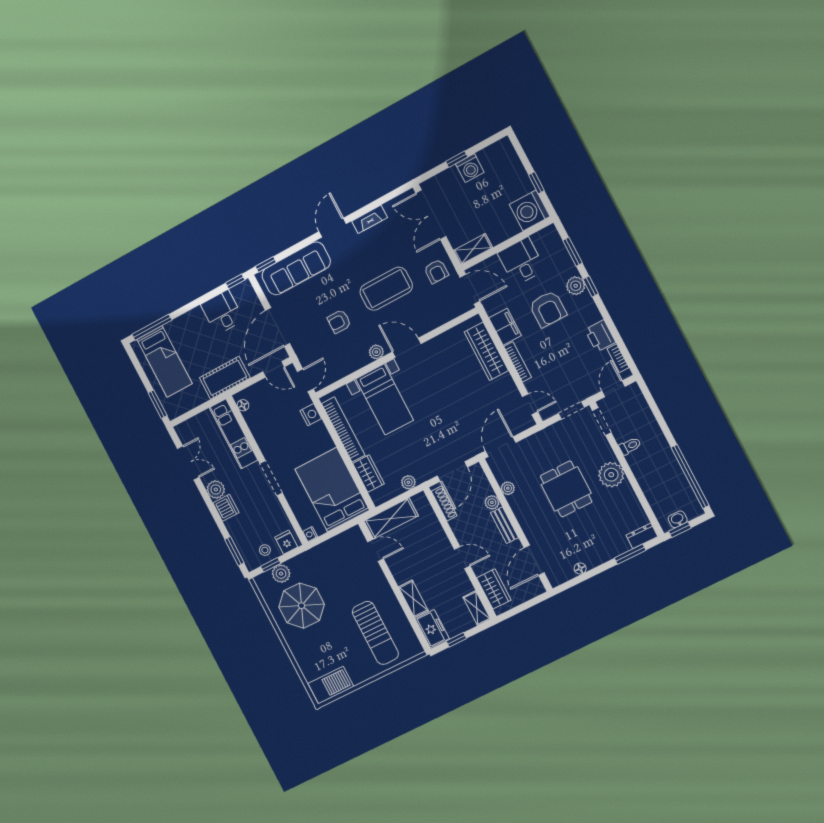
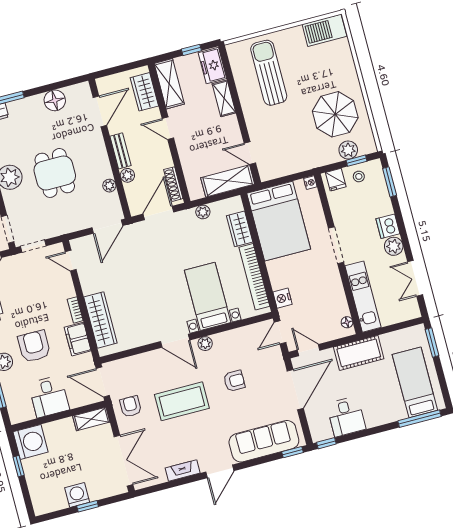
bookcase: (518, 362) -> (75, 310), width x0.64
floor lamp: (580, 569) -> (55, 100), width x1.89, depth x1.89
shelving: (477, 608) -> (169, 84), width x1.50, depth x1.33

